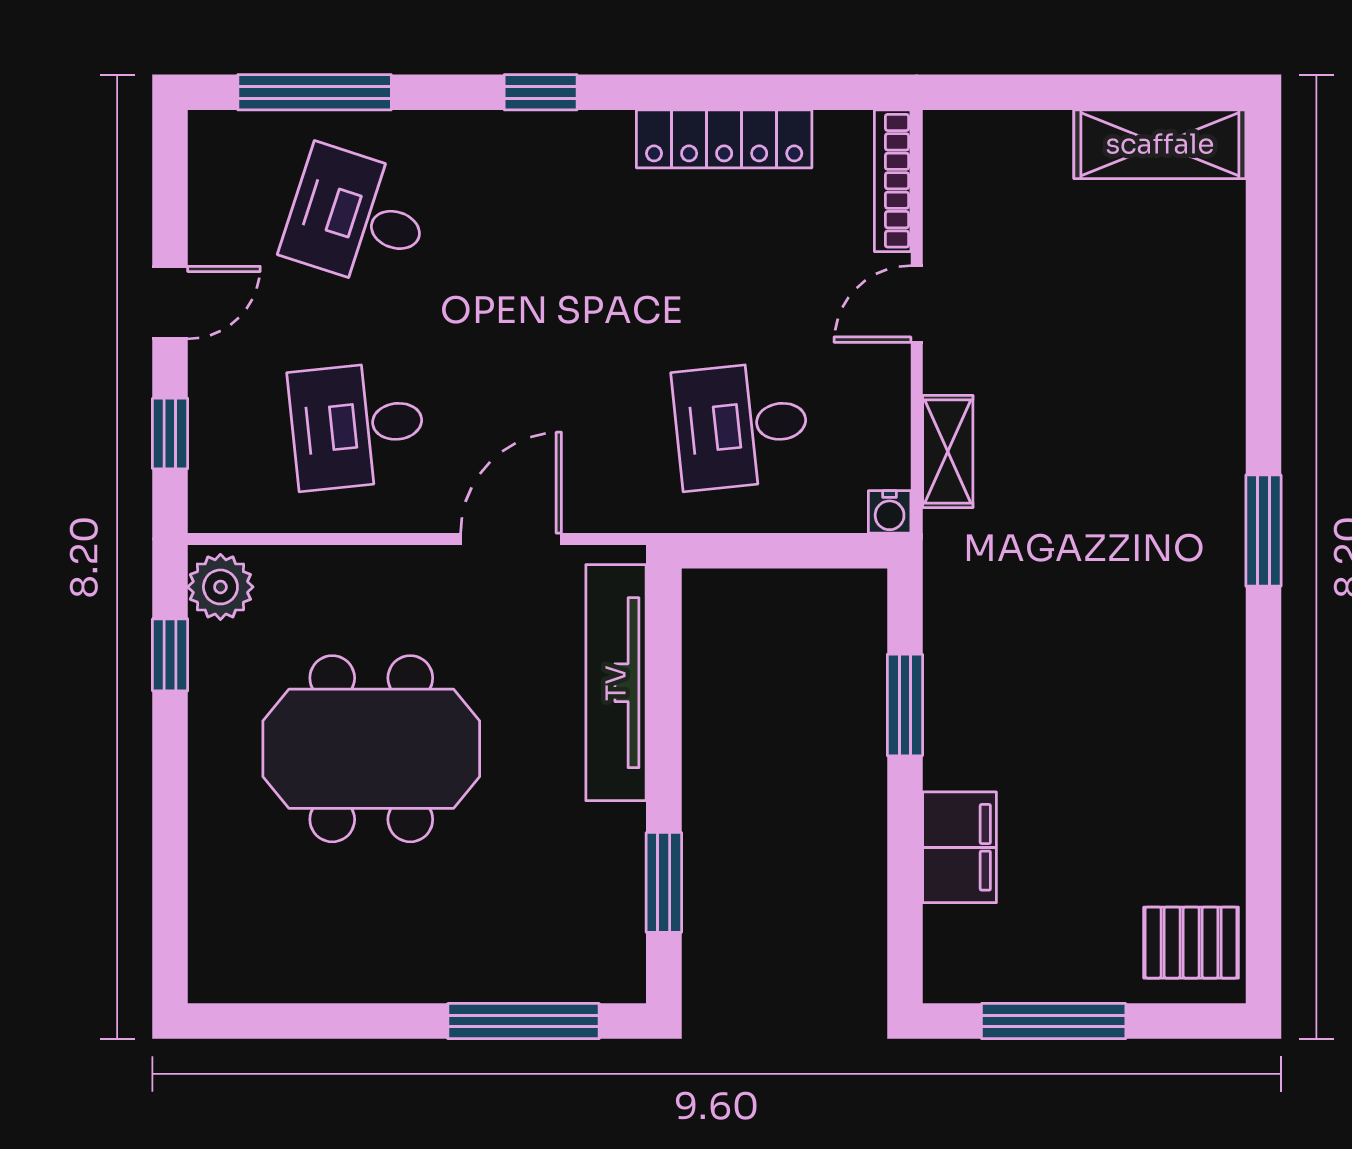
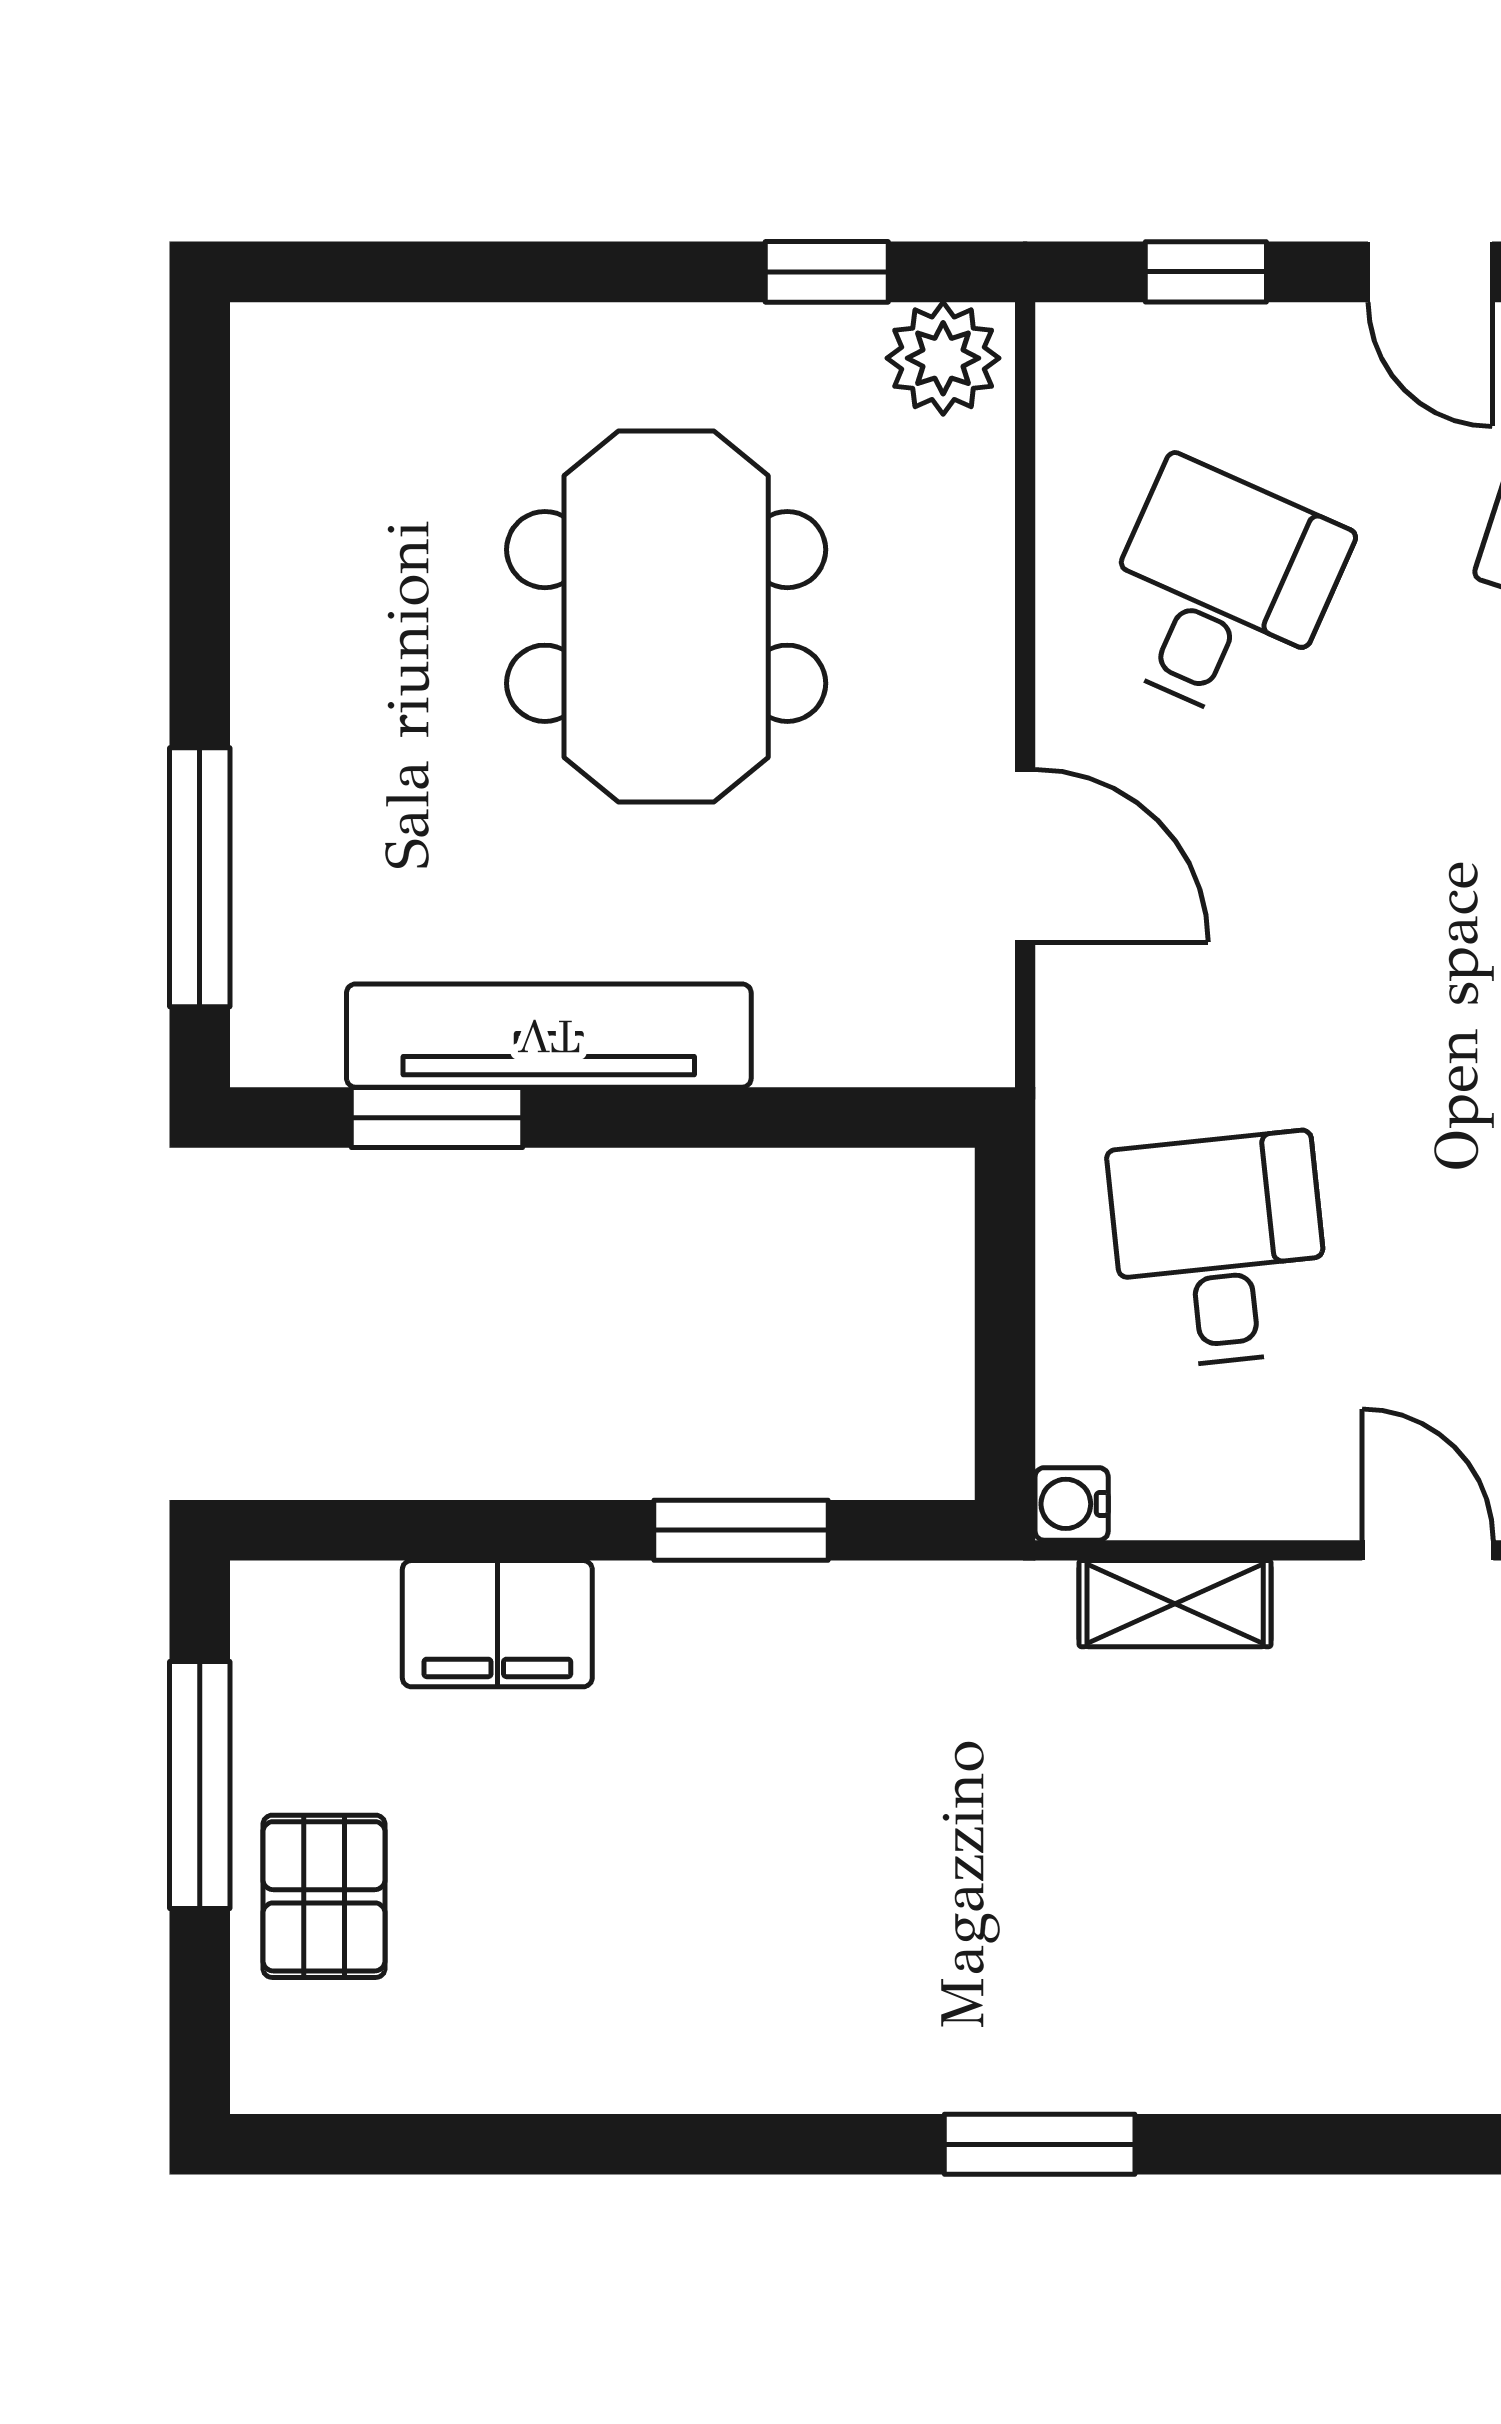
desk: (357, 426) -> (1220, 592), turned 30
tv unit: (616, 683) -> (549, 1036), moved
pallet: (1191, 943) -> (324, 1896), moved

